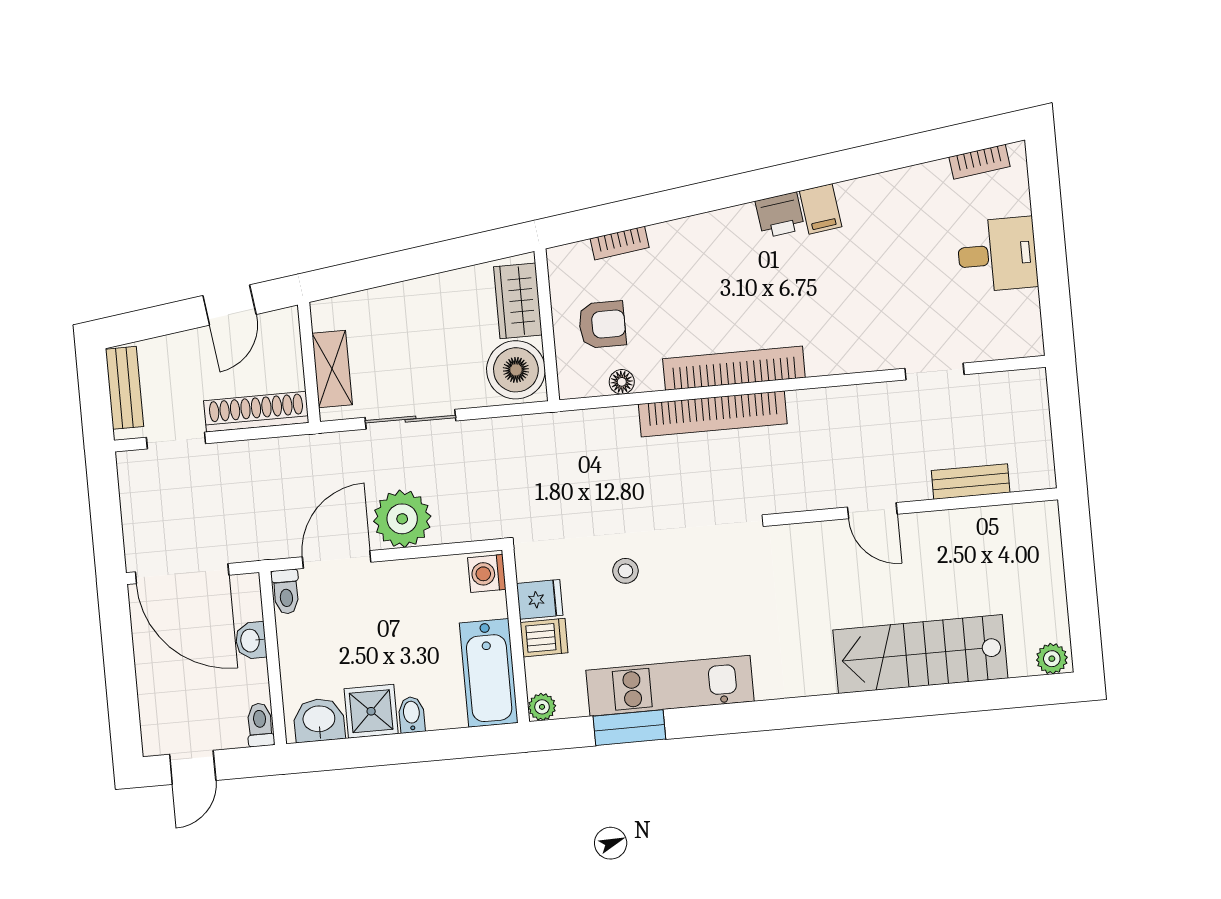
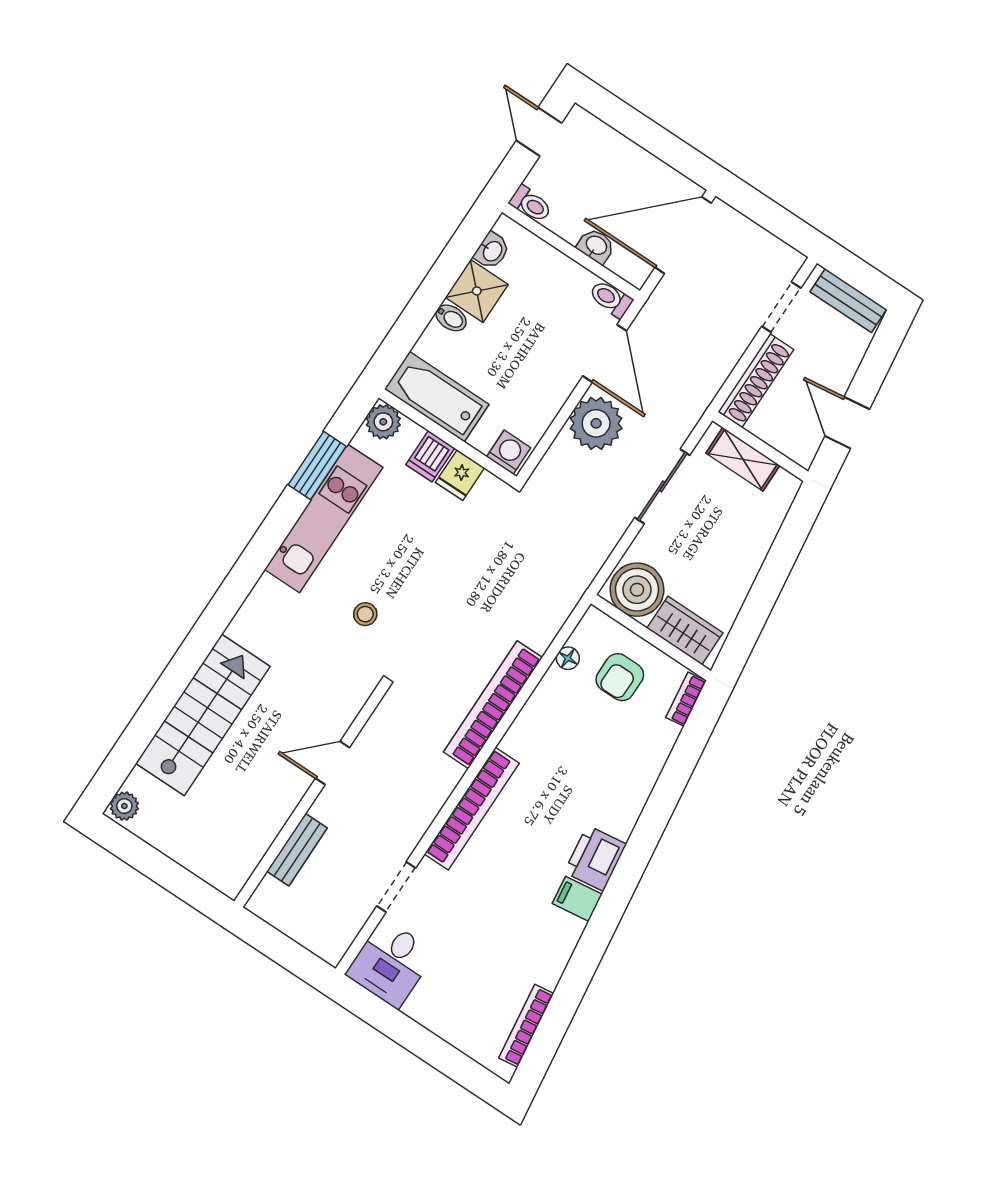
bookcase: (980, 162) -> (526, 1026), width x1.56
printer: (780, 215) -> (595, 858), width x1.36, depth x1.24
bookcase: (620, 243) -> (686, 699), moved
desk: (997, 255) -> (391, 963), moved
bookcase: (734, 368) -> (472, 809), moved
stool: (625, 571) -> (365, 614), moved
plant: (542, 707) -> (383, 422), width x1.38, depth x1.38
washbasin: (319, 720) -> (492, 251), width x0.72, depth x0.69

